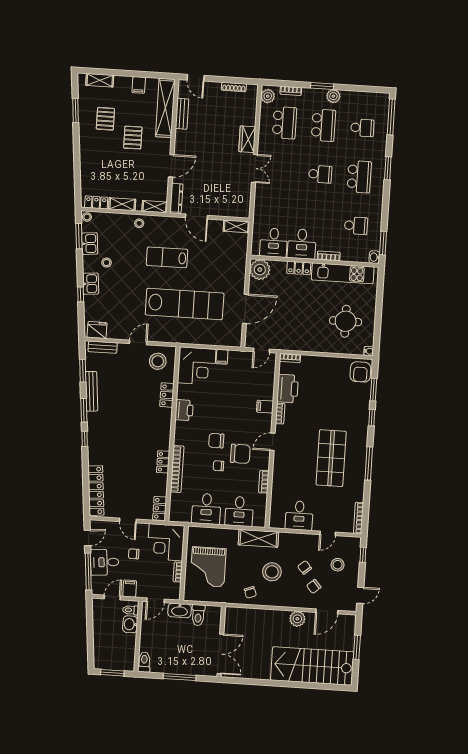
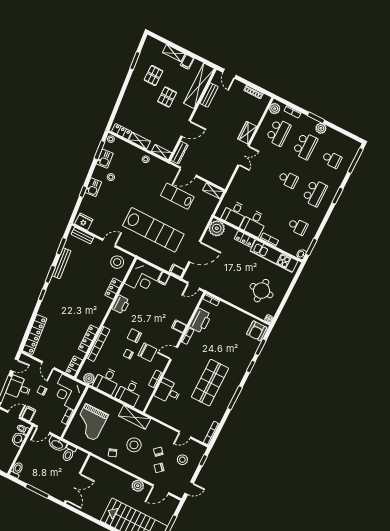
shelving: (100, 80) -> (174, 53), moved
door: (197, 216) -> (188, 172), hinge flipped
lab bench: (167, 257) -> (177, 196), moved
filing cabinet: (234, 341) -> (177, 271), added
locker: (163, 462) -> (88, 339), width x1.53
plant: (184, 515) -> (89, 379), added
desk: (299, 515) -> (168, 391), moved, turned 90

